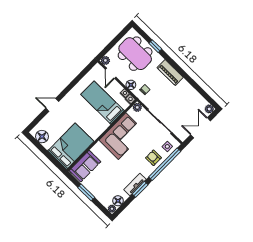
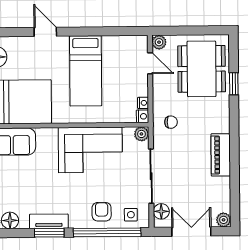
door: (111, 73) -> (150, 63), swing flipped
piano: (170, 73) -> (221, 155), moved
floor lamp: (131, 85) -> (161, 211), moved
bed: (102, 103) -> (86, 71), moved, turned 180

